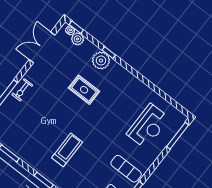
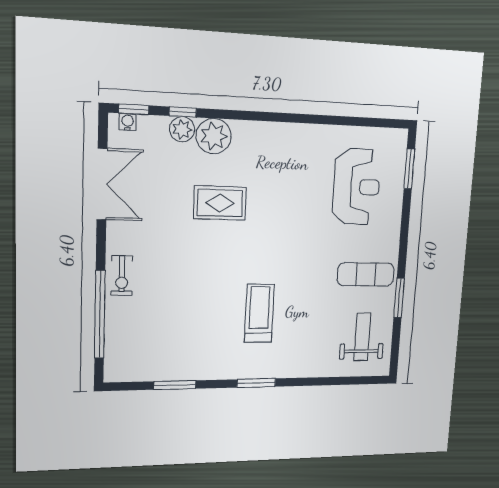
plant: (78, 39) -> (182, 129), moved
double door: (42, 47) -> (102, 184), swing flipped
window: (109, 52) -> (183, 112), moved
window: (178, 136) -> (409, 169), width x0.69

